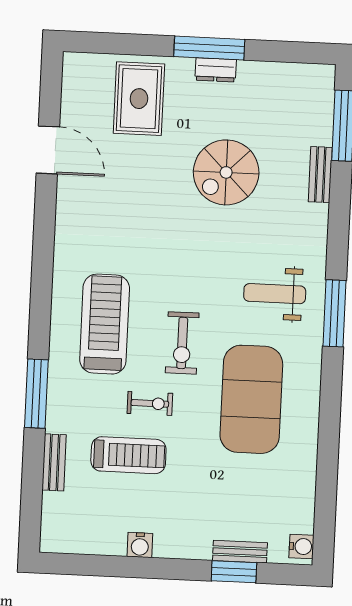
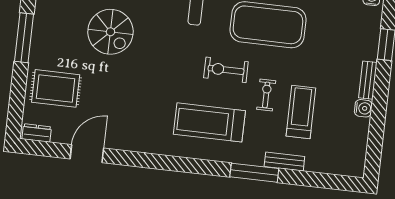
dresser: (216, 70) -> (37, 133), moved, turned -90
exercise bike: (182, 343) -> (226, 70), turned 180
bench: (54, 462) -> (284, 162), moved
bench: (240, 552) -> (368, 80), moved

